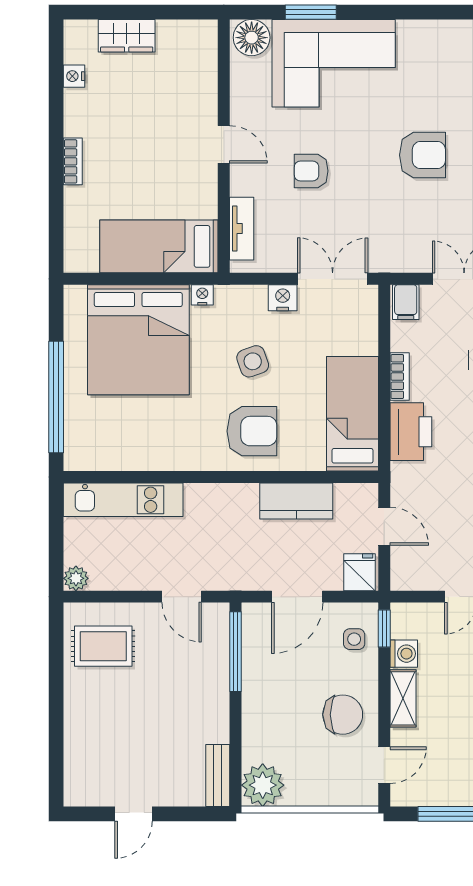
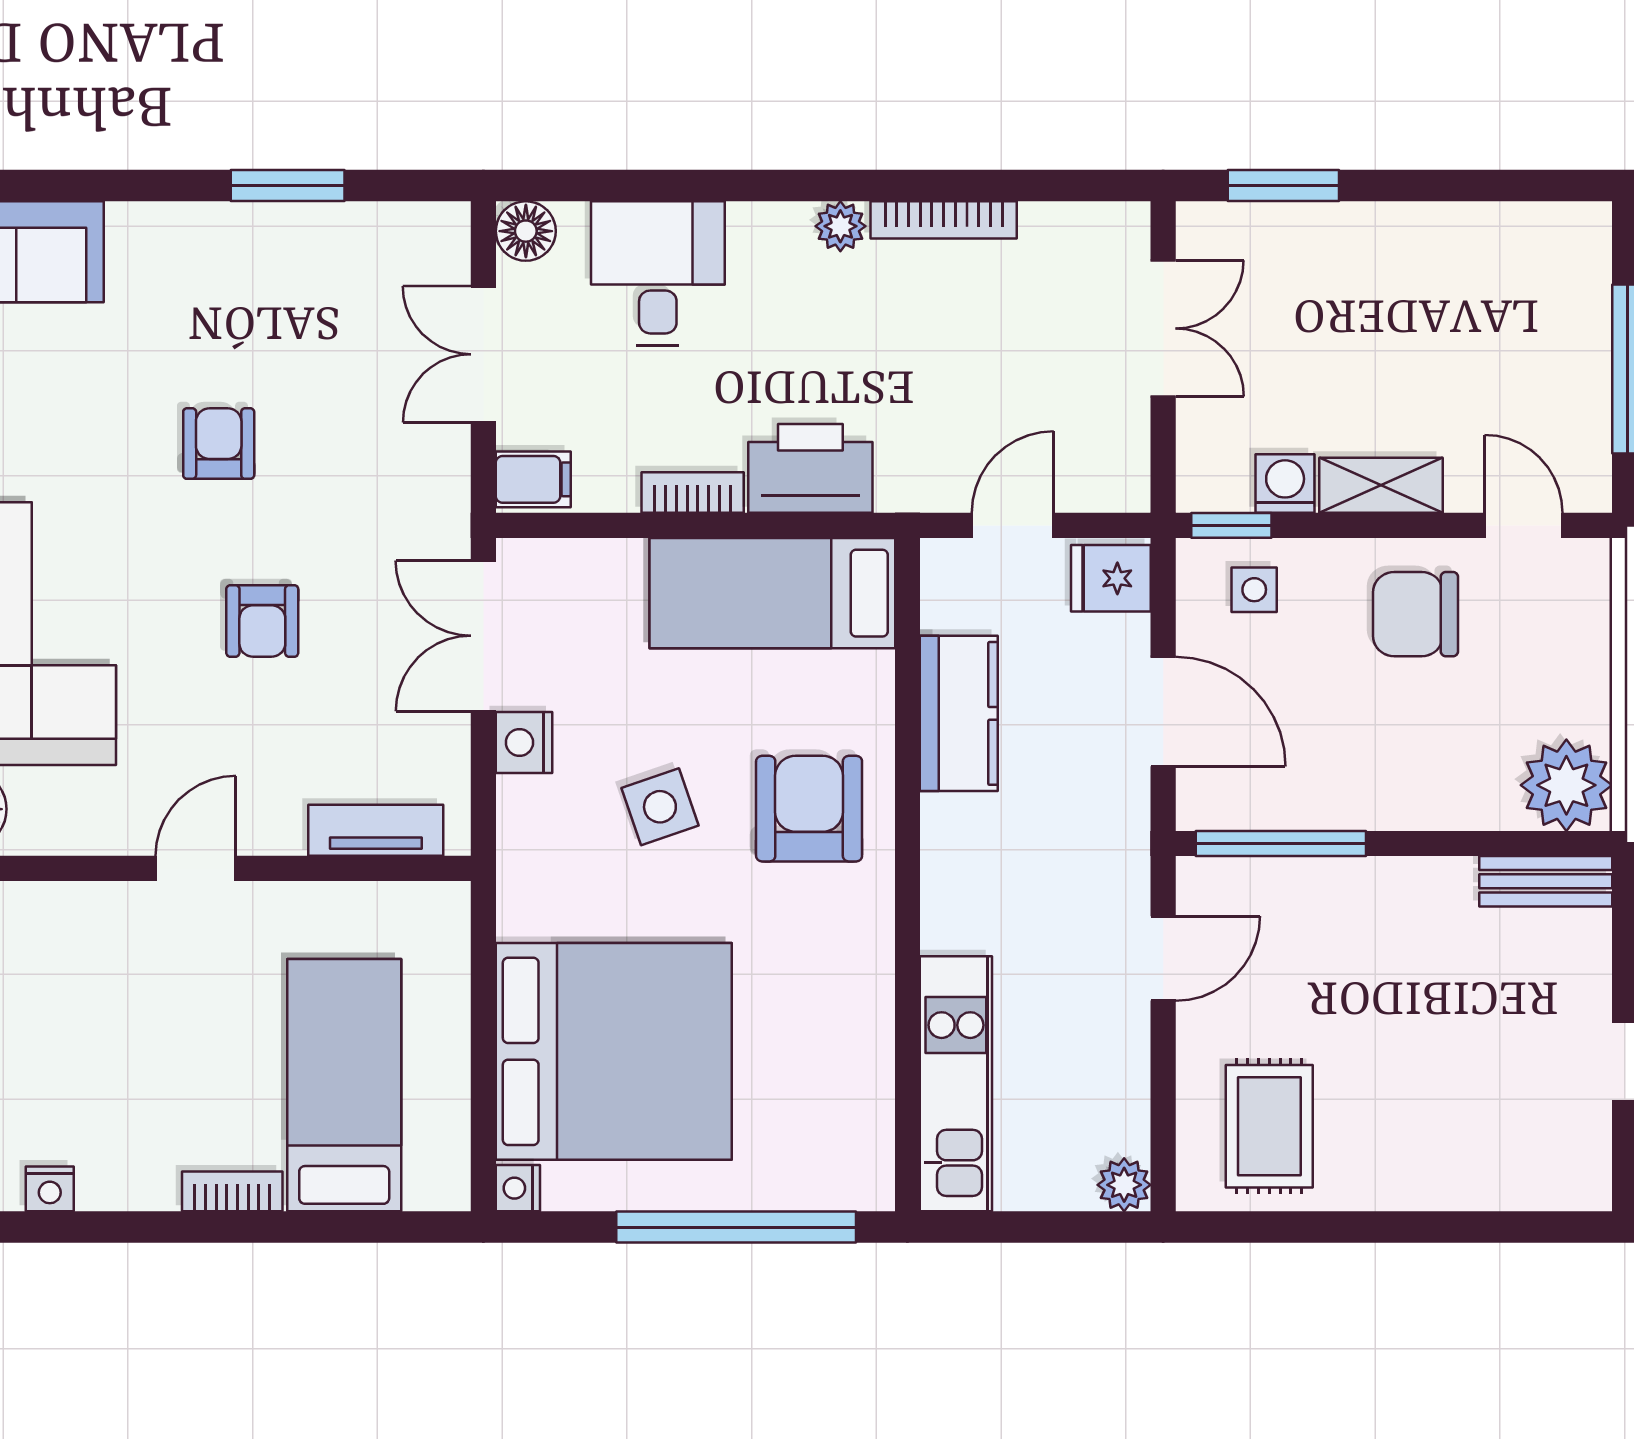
armchair: (422, 155) -> (219, 444), width x0.72, depth x0.72
armchair: (311, 171) -> (262, 621), moved
bed: (159, 246) -> (344, 1085), moved, turned 180
nightstand: (202, 295) -> (518, 1188), moved
chair: (343, 715) -> (1416, 614), turned -90

